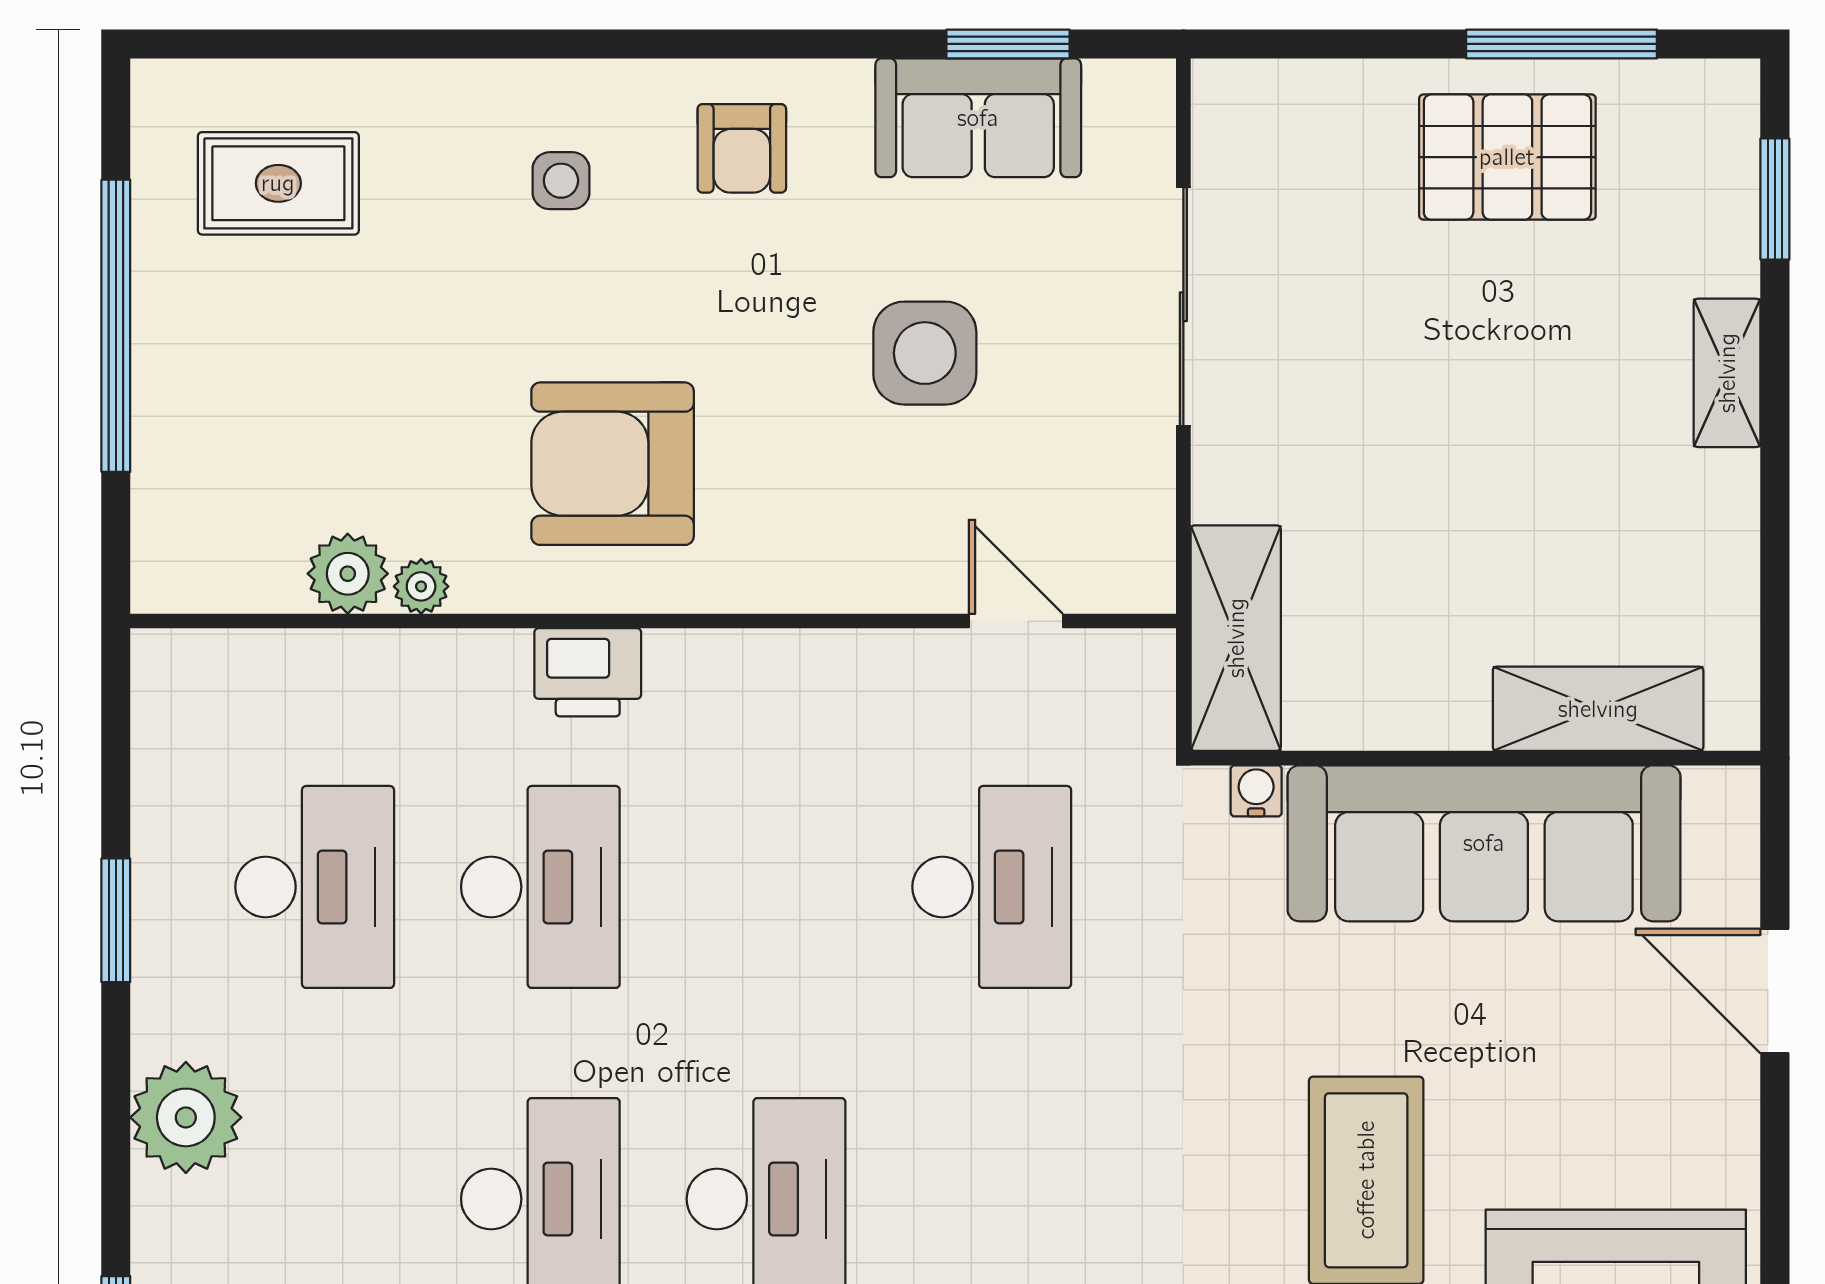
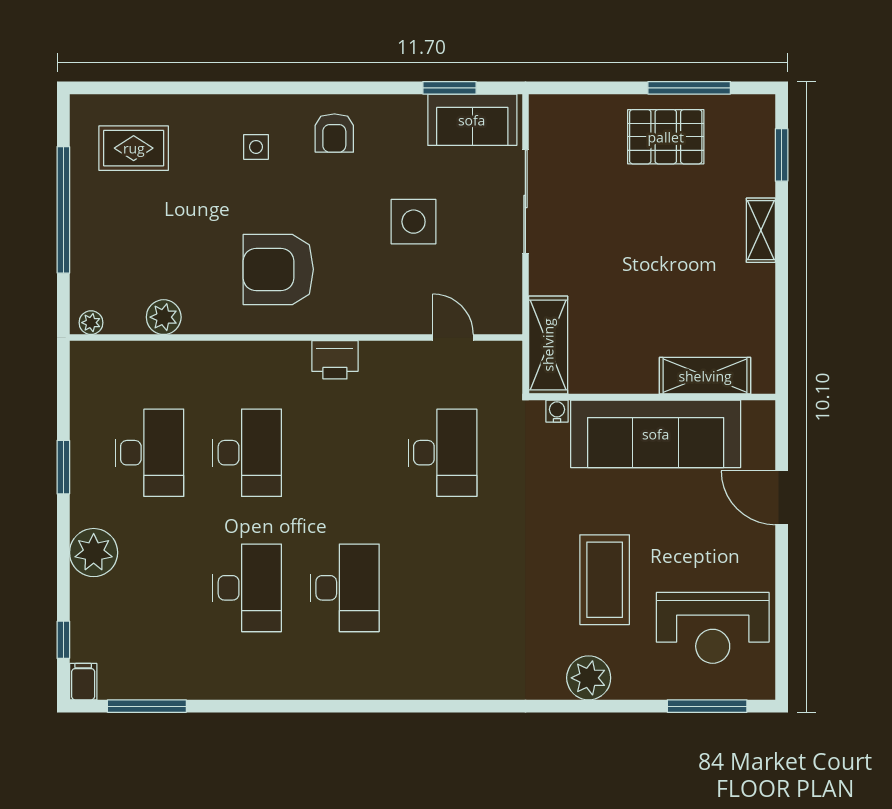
sofa: (978, 118) -> (472, 120), moved
plant: (421, 586) -> (91, 323), moved
printer: (588, 672) -> (335, 360), moved

